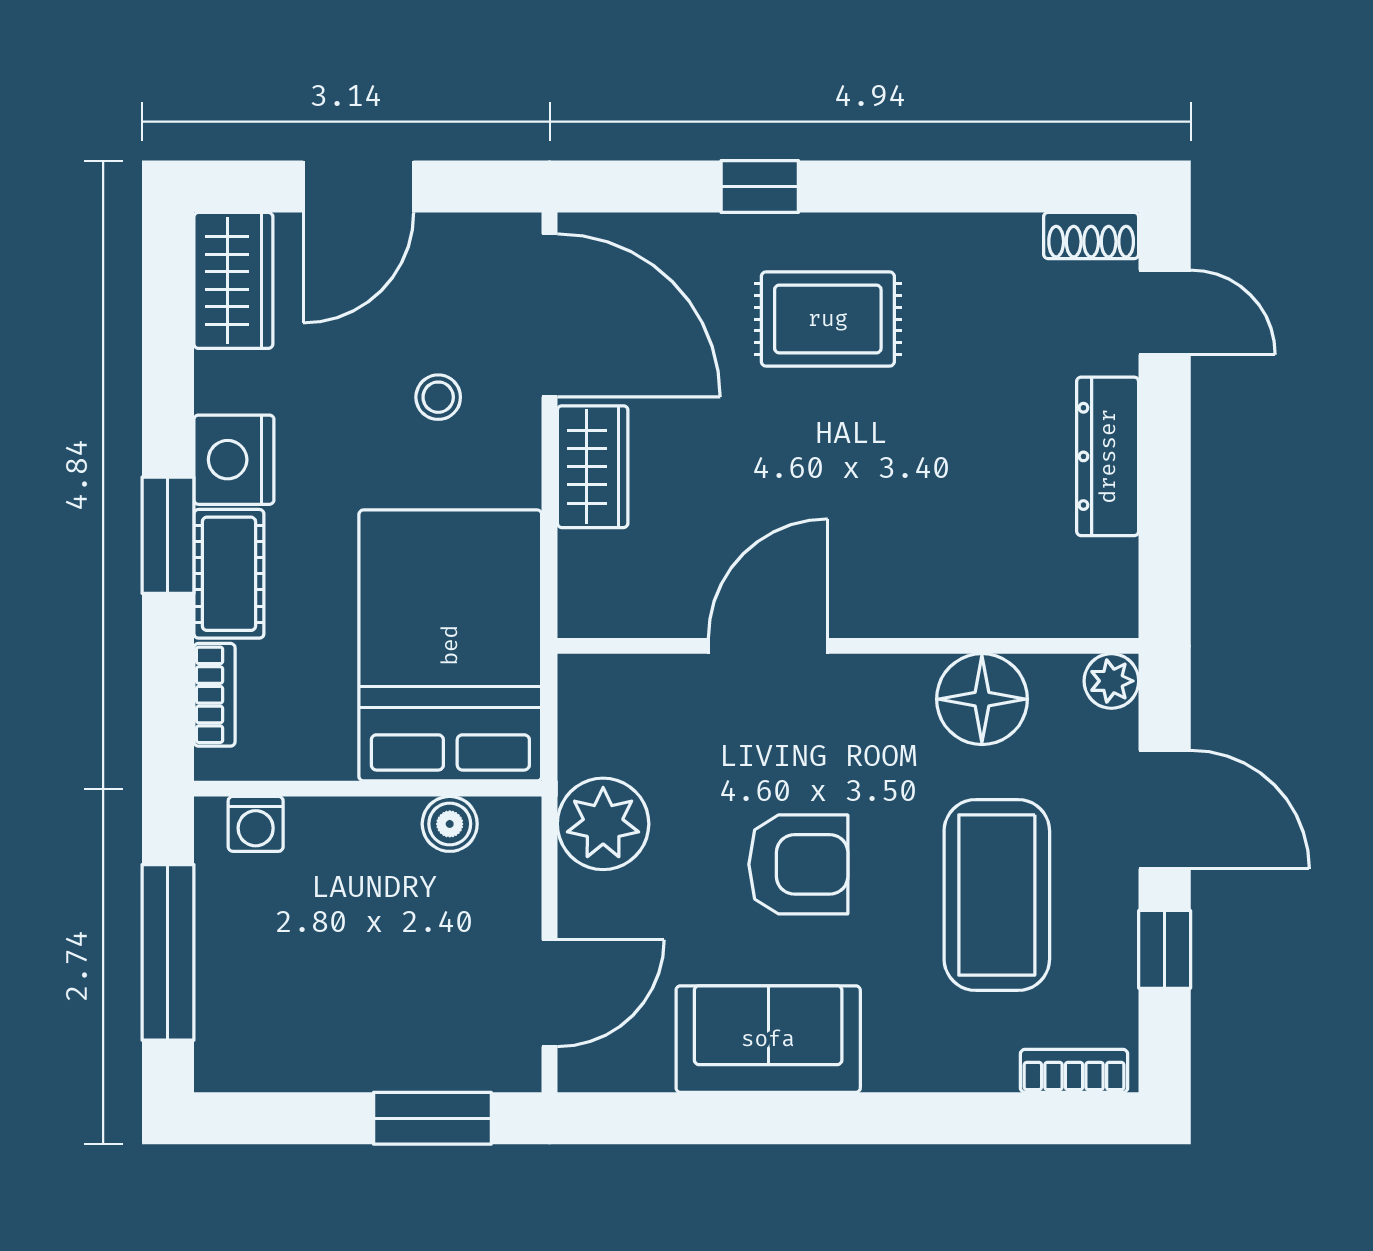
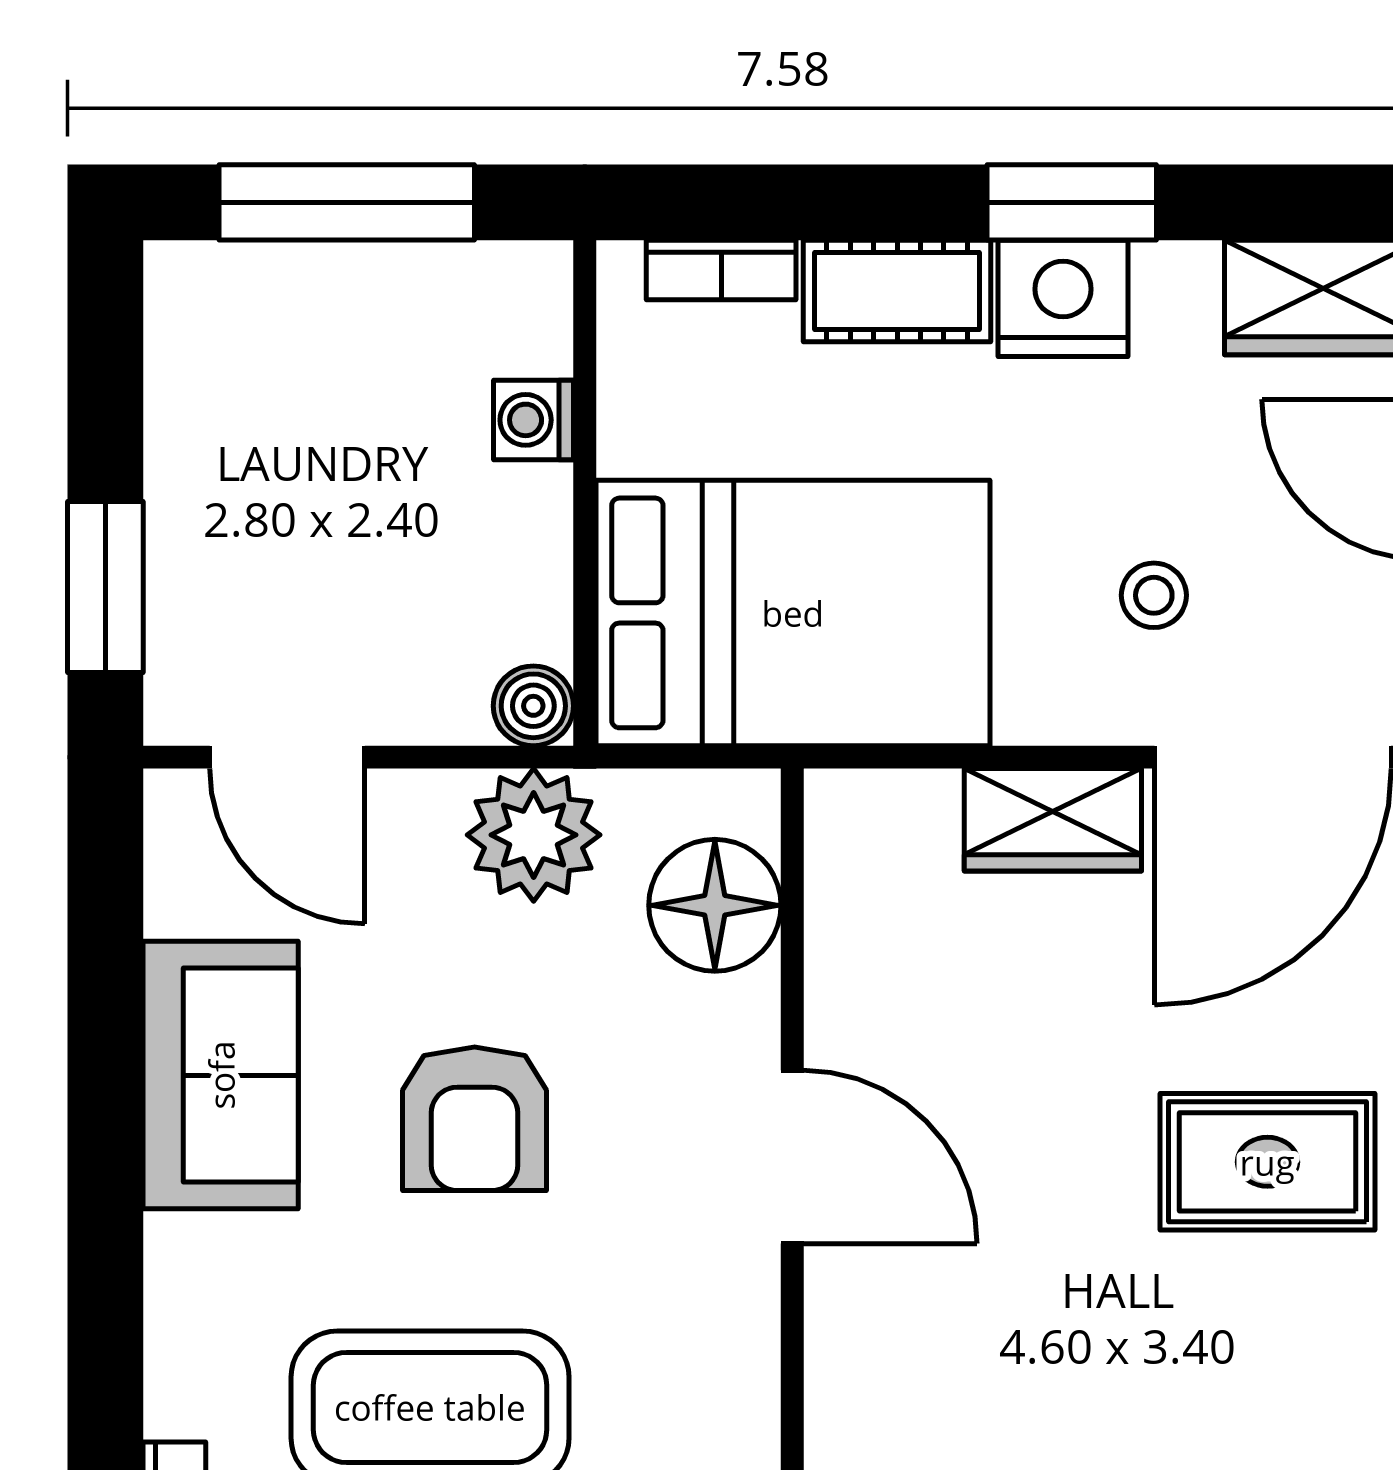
rug: (828, 319) -> (1267, 1162), turned 90
window: (168, 535) -> (1072, 202), moved
door: (768, 646) -> (792, 1157), moved
floor lamp: (982, 699) -> (715, 905), moved
washing machine: (256, 824) -> (534, 420), moved
boiler: (450, 824) -> (533, 706), moved

